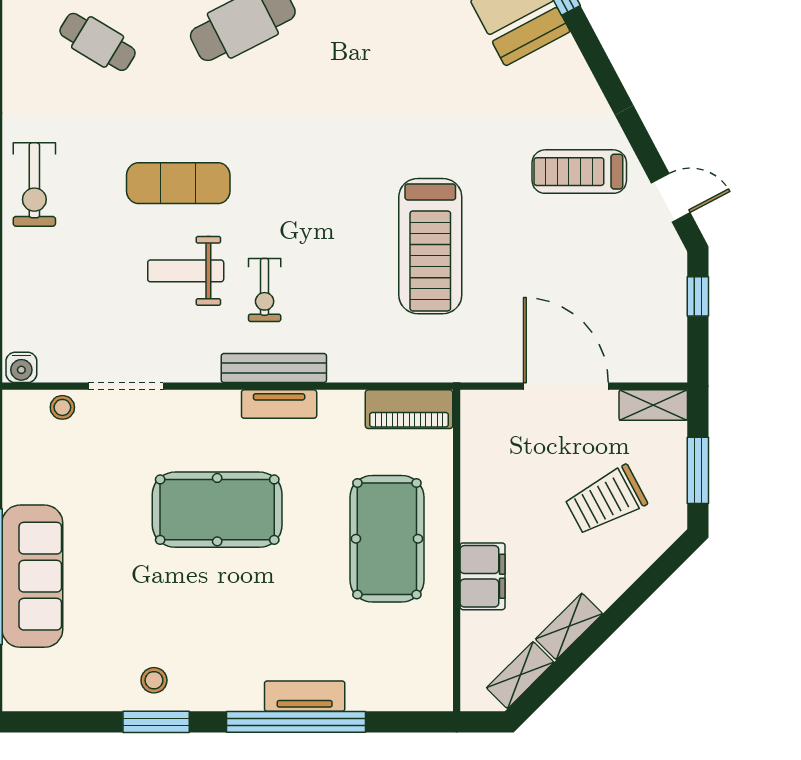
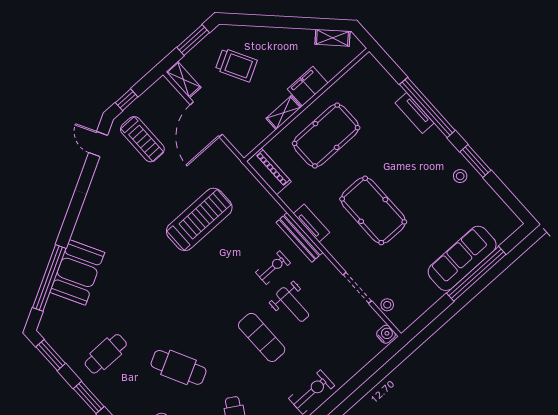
treadmill: (579, 172) -> (142, 139), moved
shelving: (569, 626) -> (284, 113), moved, turned -45

